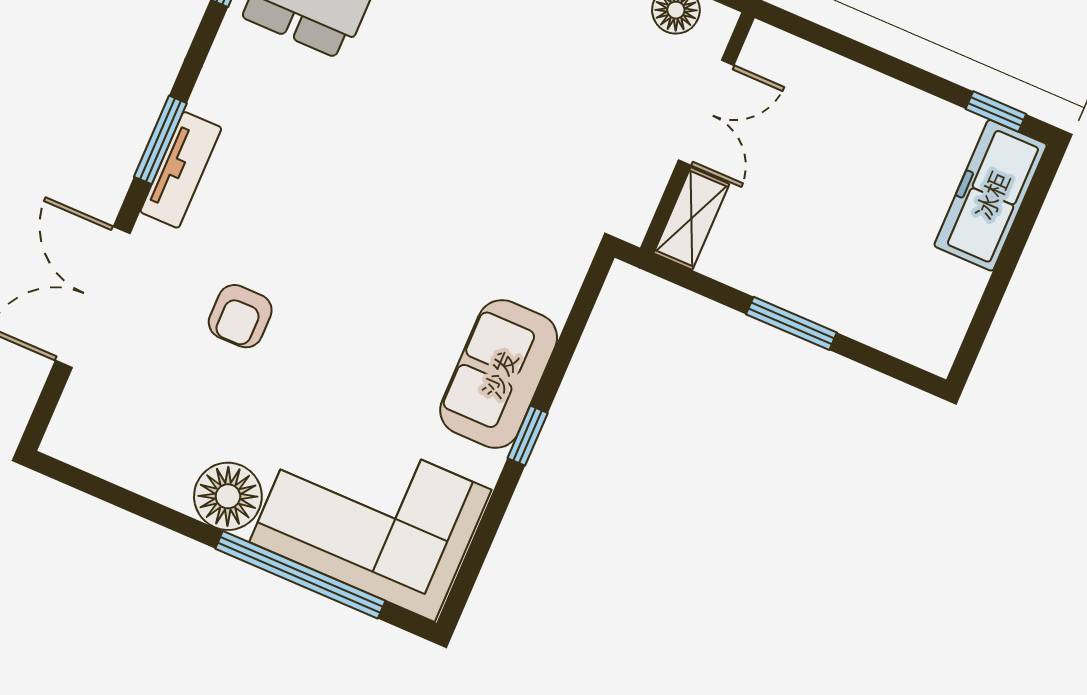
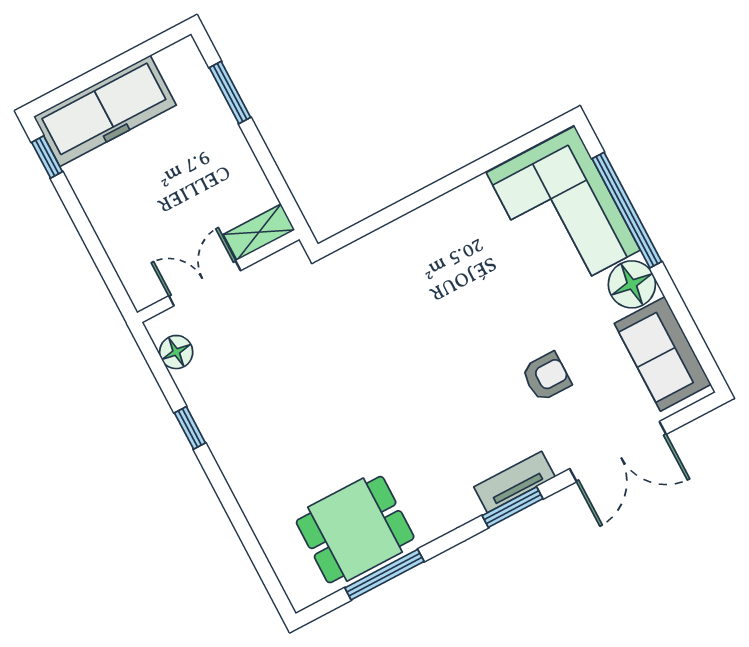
freezer: (991, 195) -> (105, 111), width x1.36, depth x1.26
window: (791, 323) -> (230, 93), moved
sofa: (499, 374) -> (663, 354), moved, turned 90
window: (528, 436) -> (443, 186), removed

